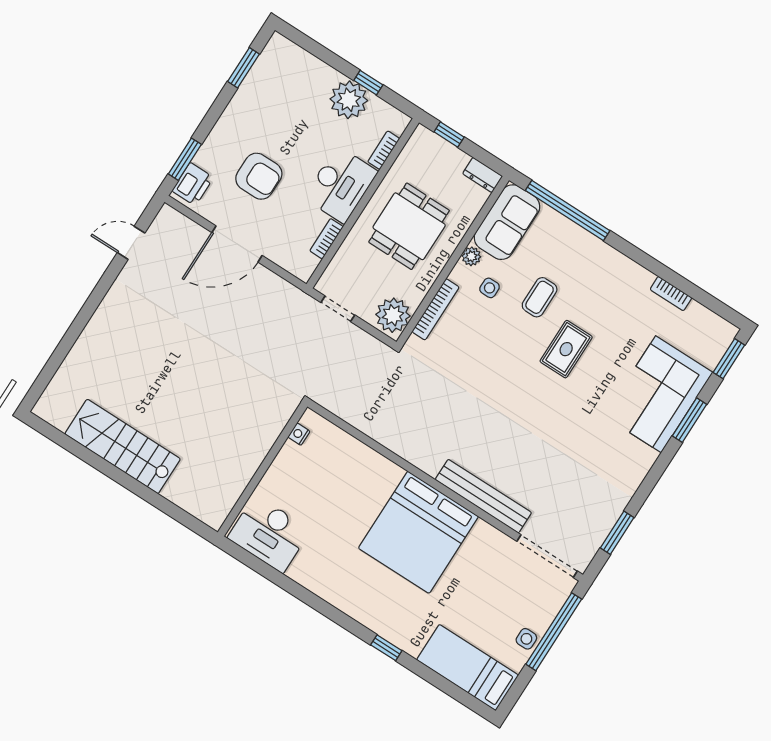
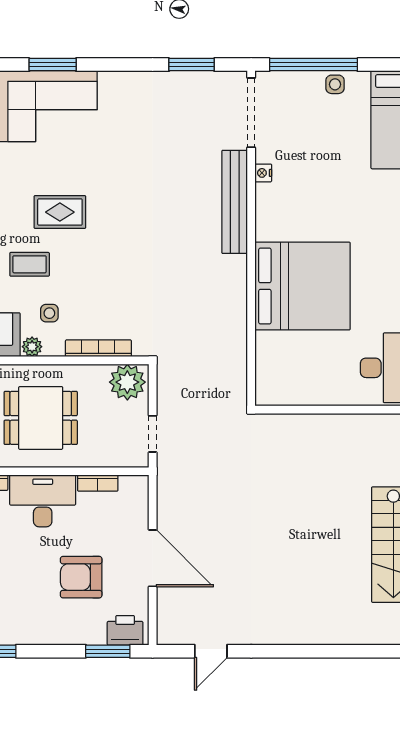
armchair: (259, 176) -> (81, 577), turned -90
door: (131, 243) -> (211, 651), hinge flipped
nightstand: (299, 434) -> (263, 173), moved, turned 90
bed: (418, 532) -> (303, 286), moved

